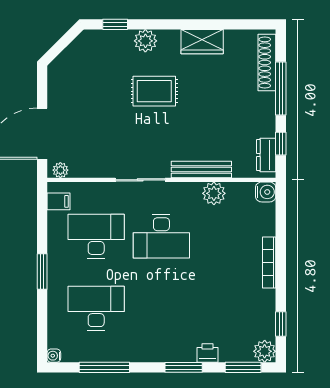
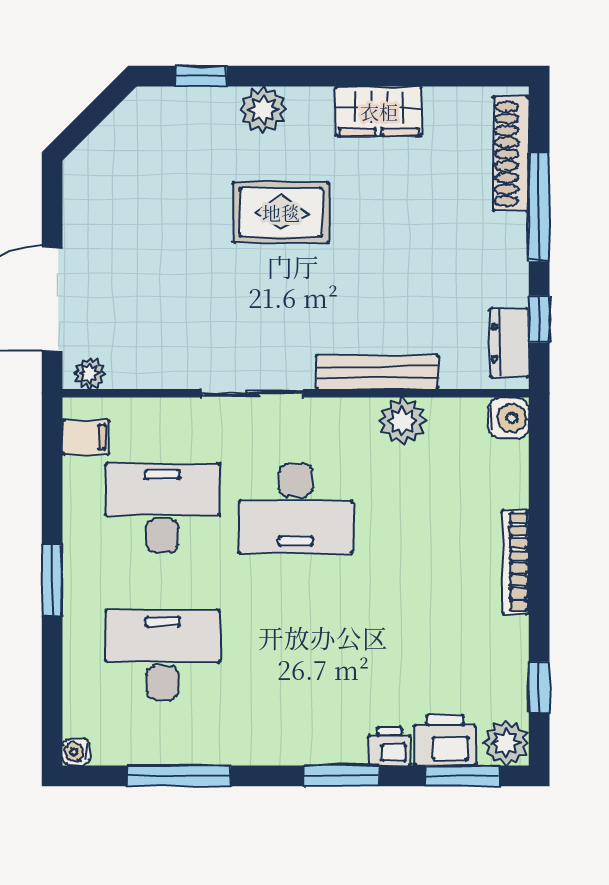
printer: (235, 350) -> (445, 740), added

